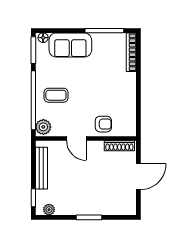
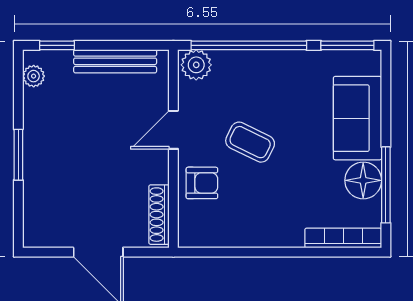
floor lamp: (43, 38) -> (363, 180), moved, width x1.89, depth x1.89
coffee table: (56, 95) -> (250, 142), moved, turned -64
armchair: (103, 124) -> (202, 183), turned -90

